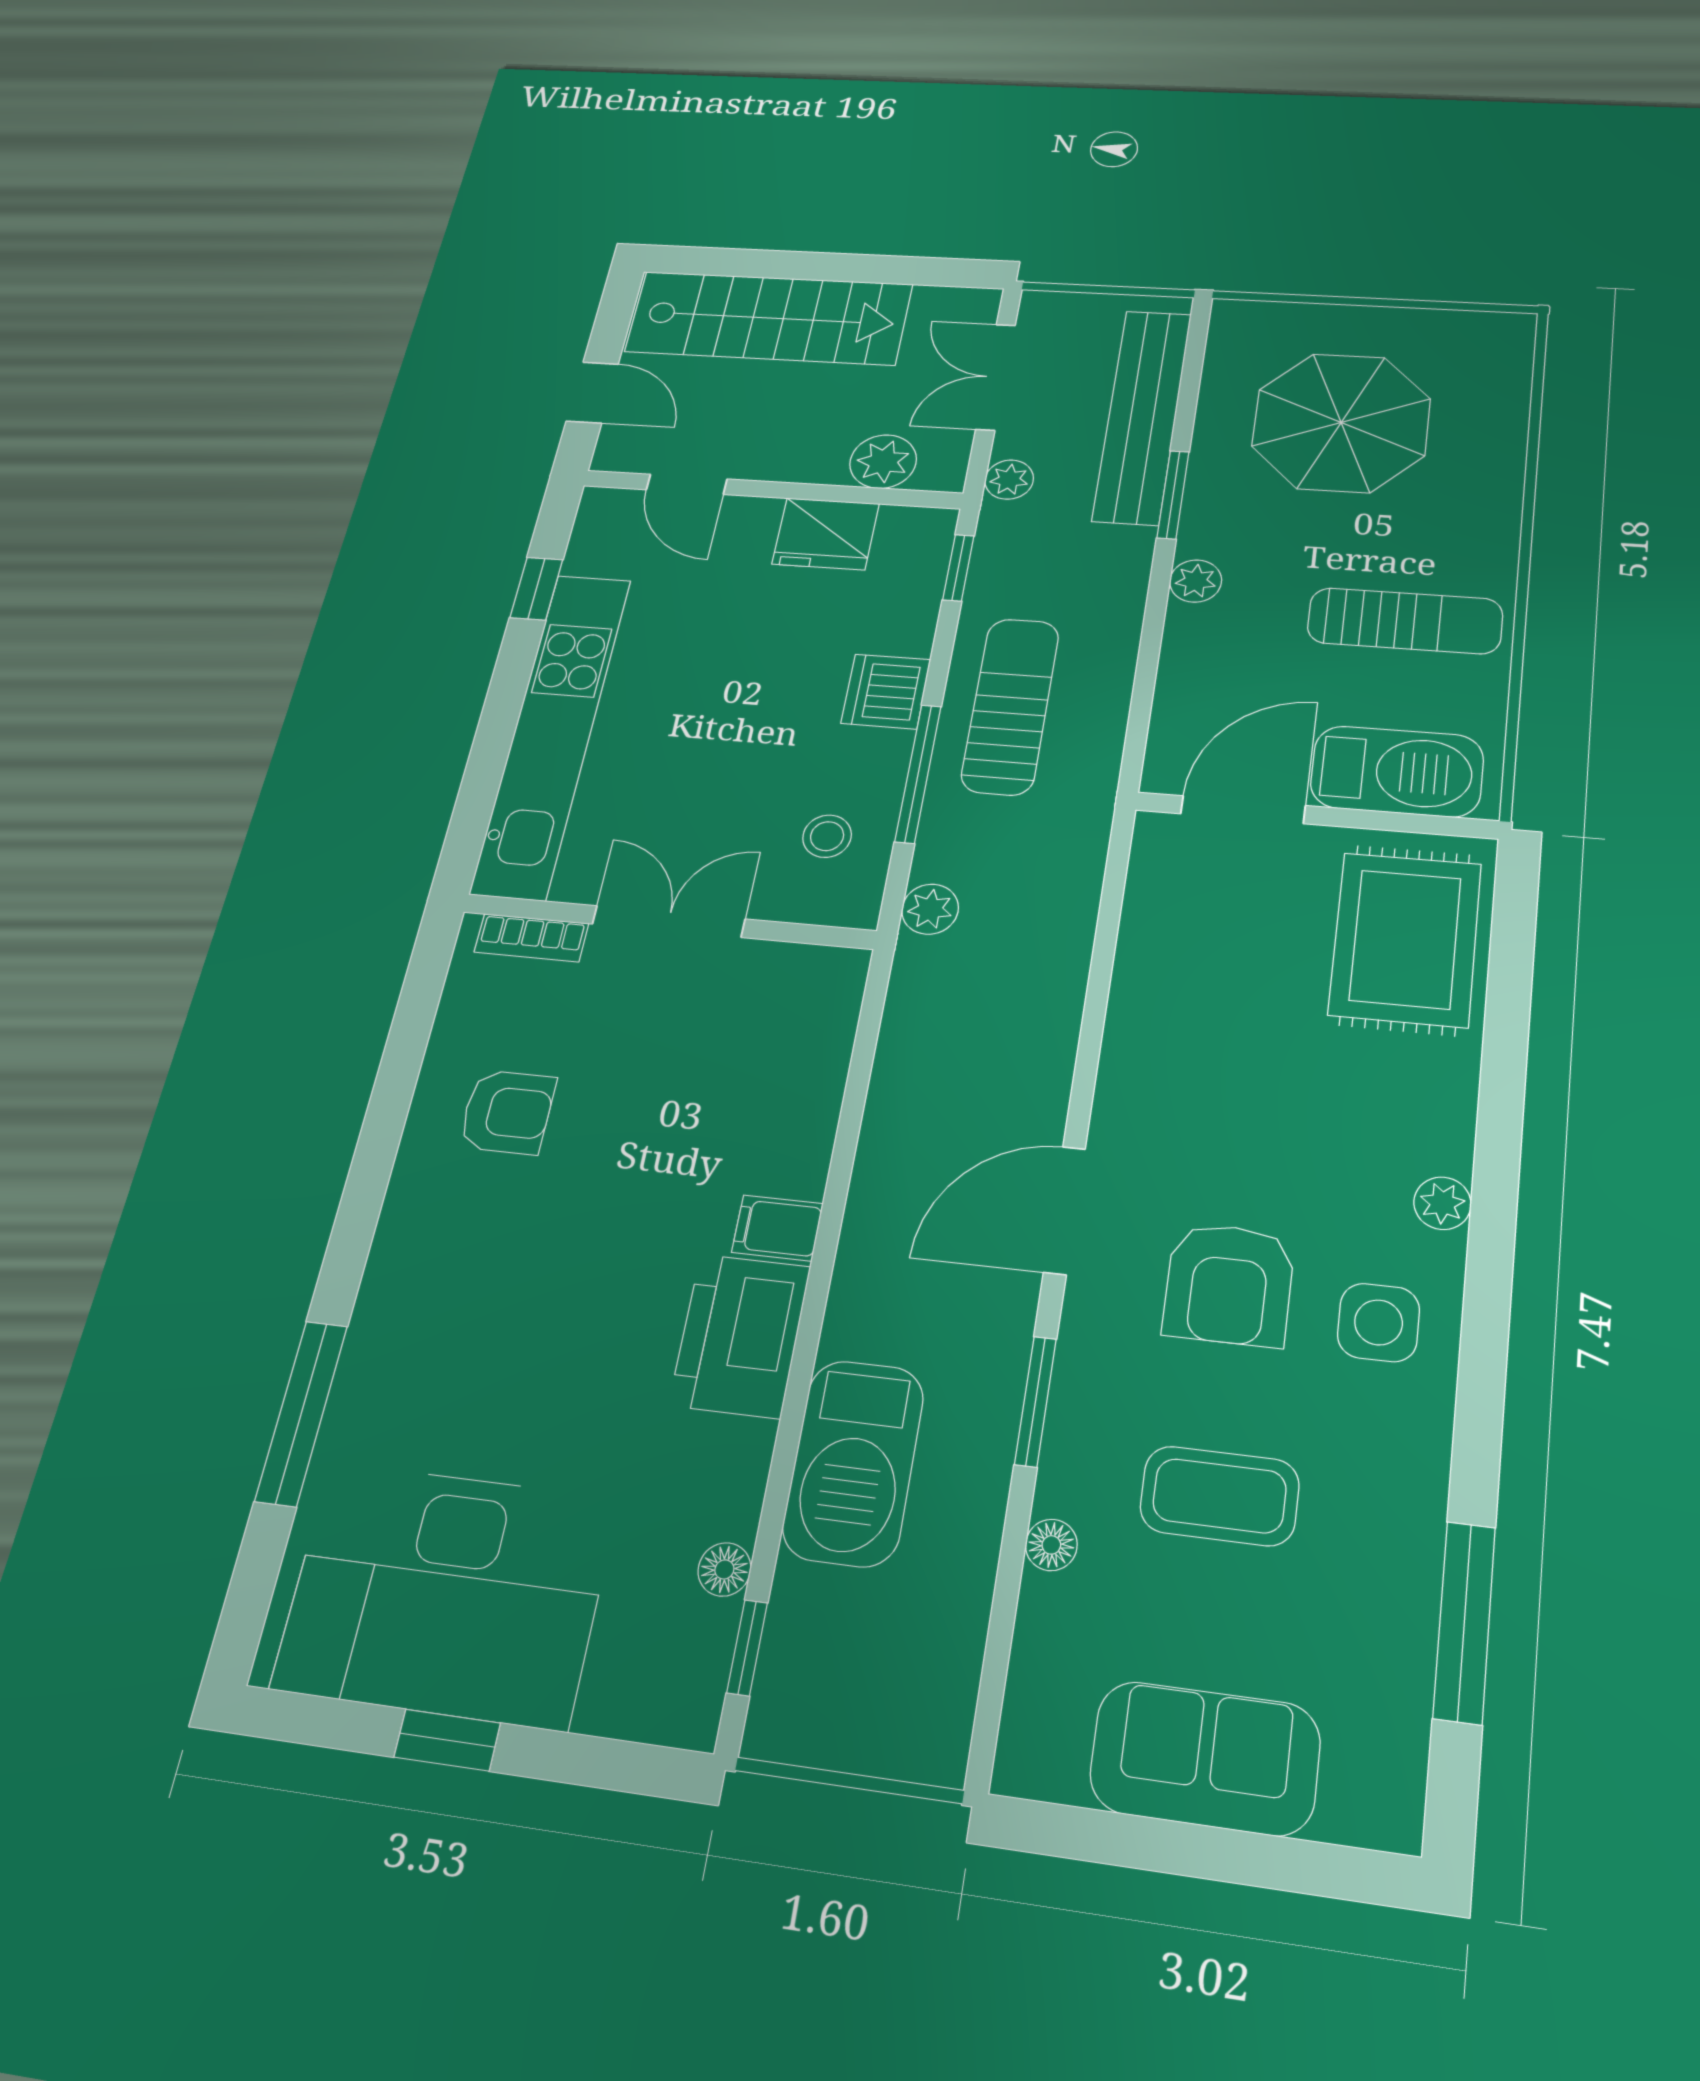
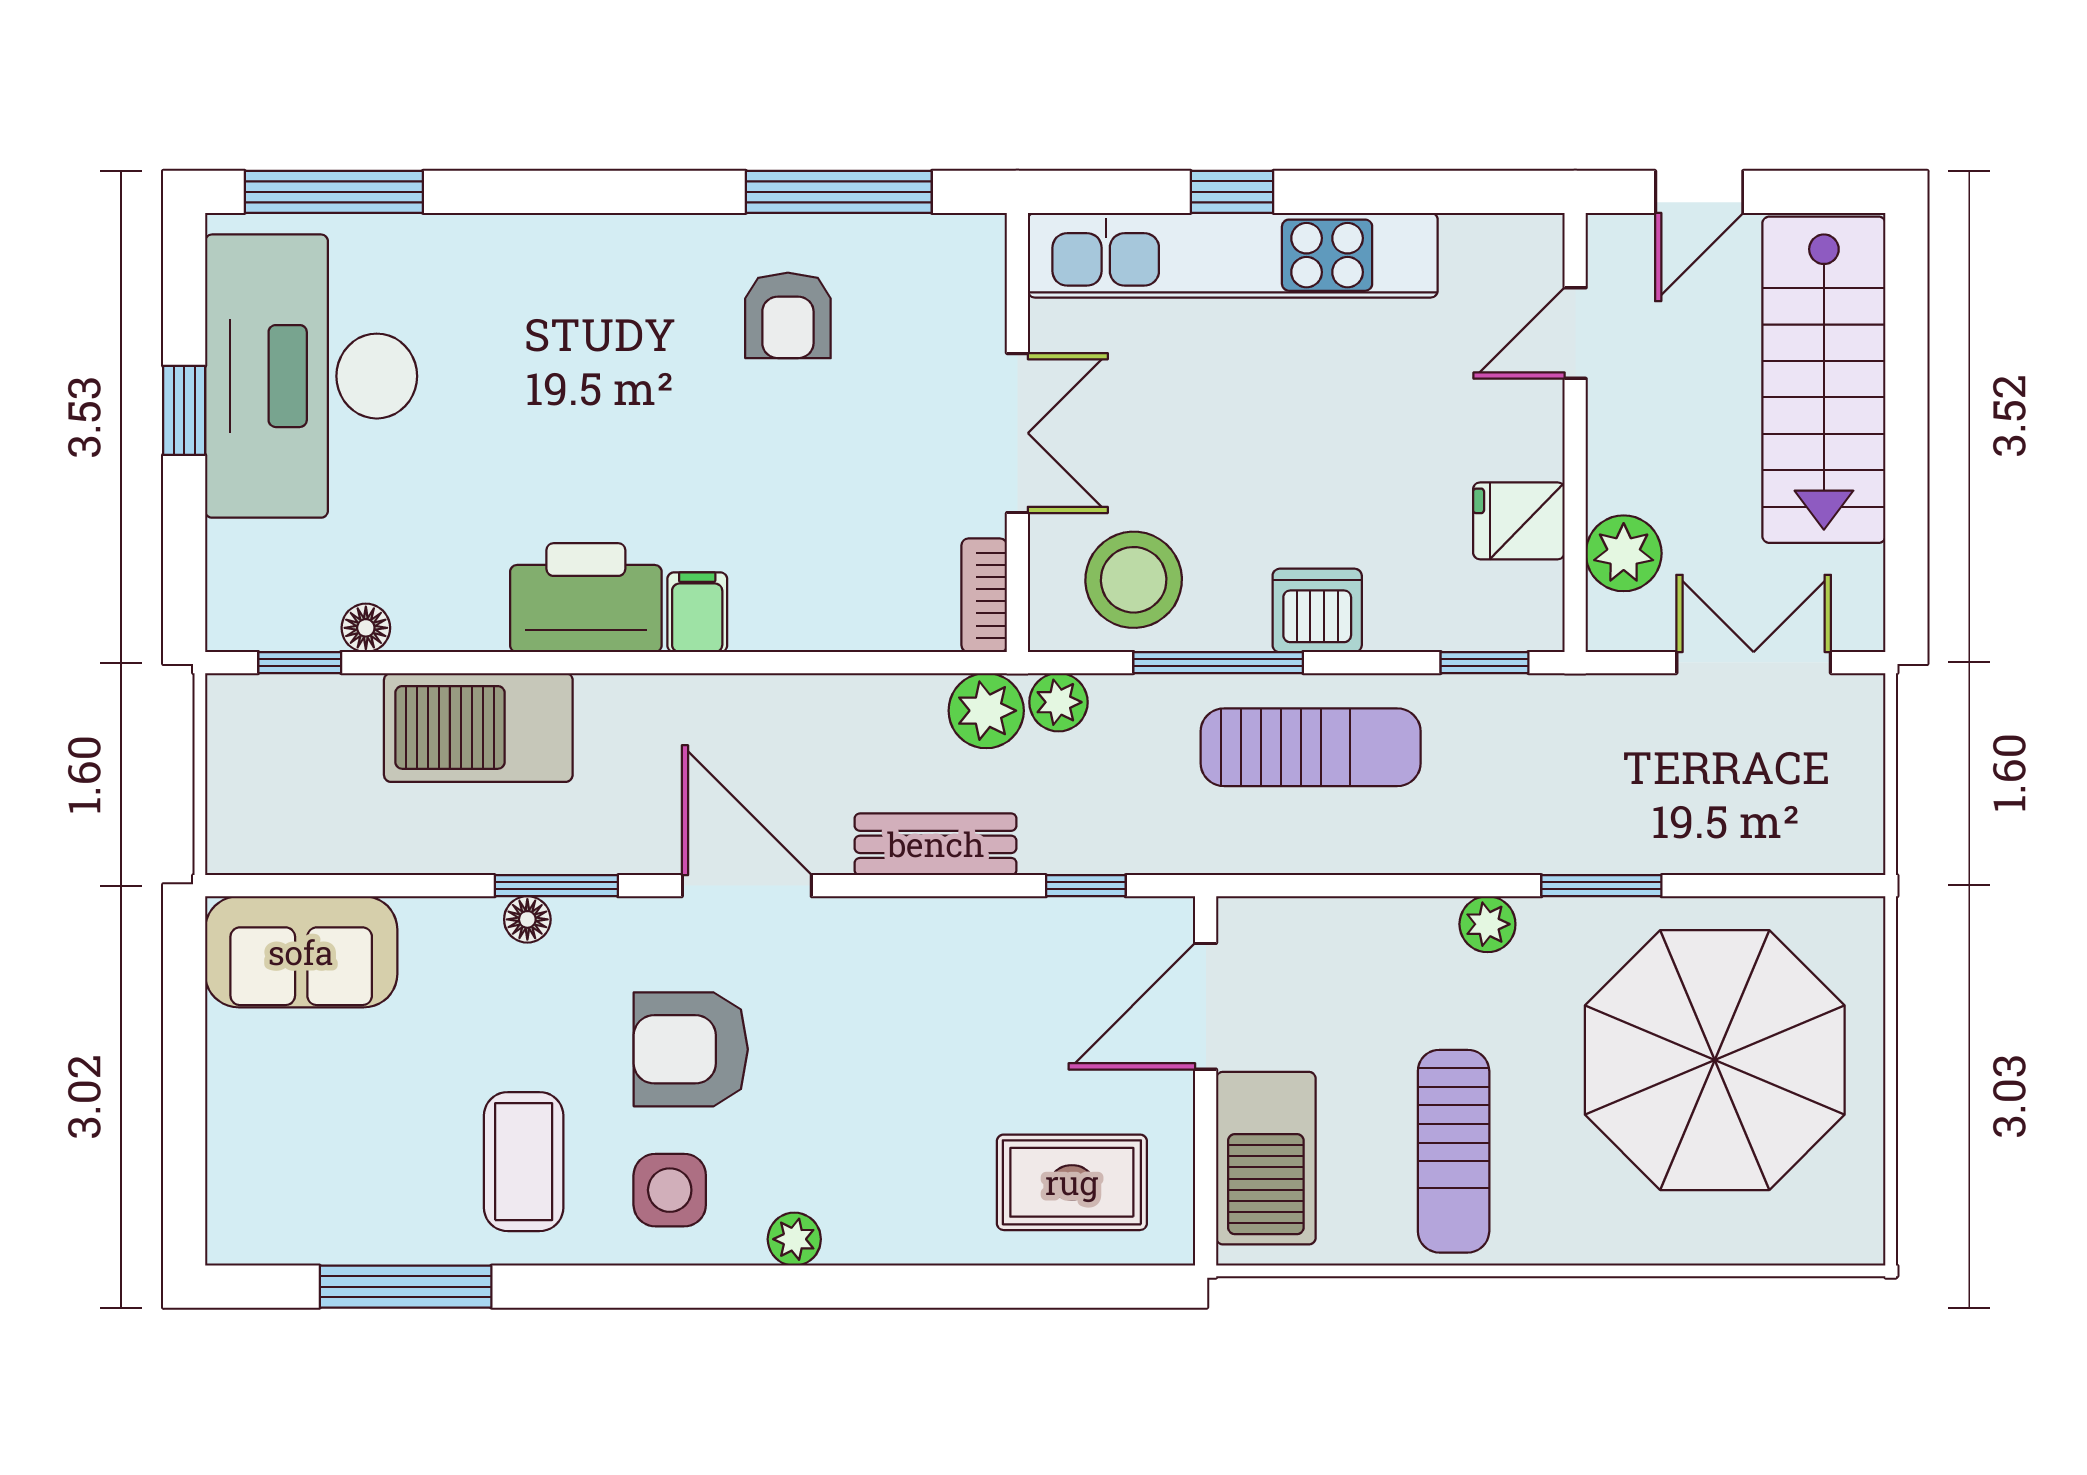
bench: (1142, 416) -> (936, 844), moved, width x0.54, depth x0.82
parasol: (1341, 422) -> (1715, 1060), width x1.36, depth x1.36
plant: (1009, 480) -> (986, 711), moved, width x1.38, depth x1.38
fridge: (826, 534) -> (1519, 521), width x0.72
window: (536, 589) -> (1232, 192), moved
door: (1243, 810) -> (1206, 1006), swing flipped
stool: (827, 836) -> (1134, 580), width x1.89, depth x1.89
window: (1111, 901) -> (1086, 886), added
bookcase: (531, 938) -> (984, 595), moved
rug: (1405, 939) -> (1072, 1182), width x0.73, depth x0.70
window: (404, 1055) -> (839, 192), added
window: (301, 1413) -> (334, 192), moved
coffee table: (1220, 1496) -> (524, 1162), moved
floor lamp: (1051, 1545) -> (527, 919), moved
sofa: (1205, 1758) -> (301, 952), moved, turned 90

